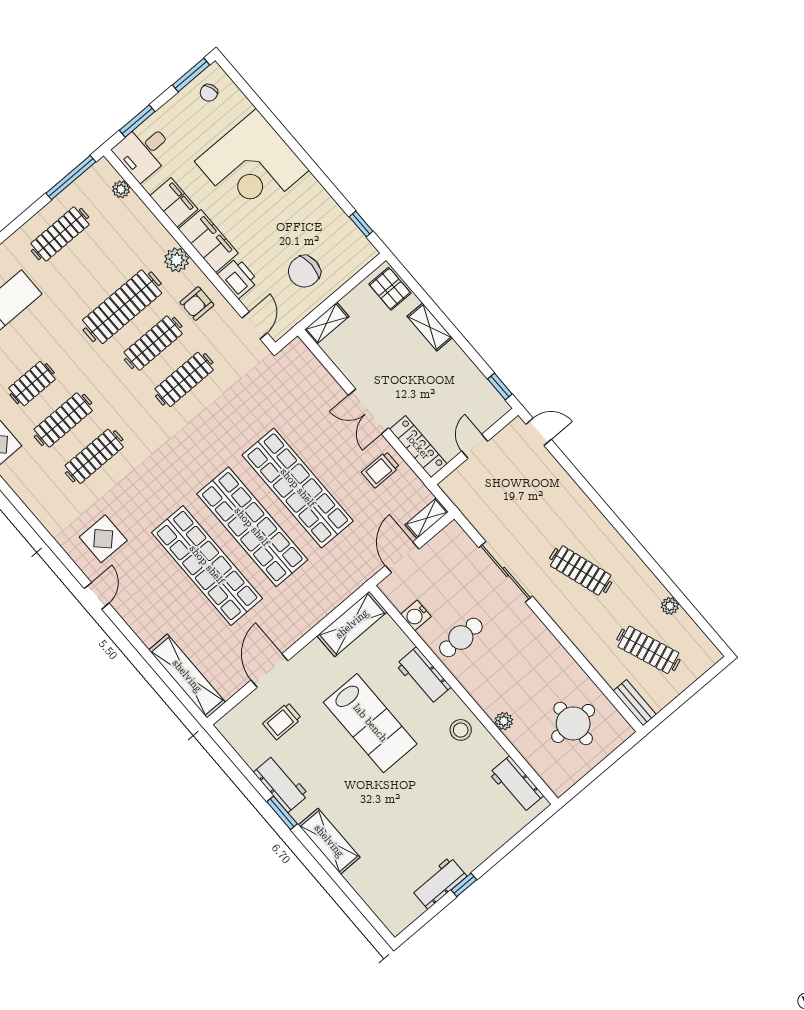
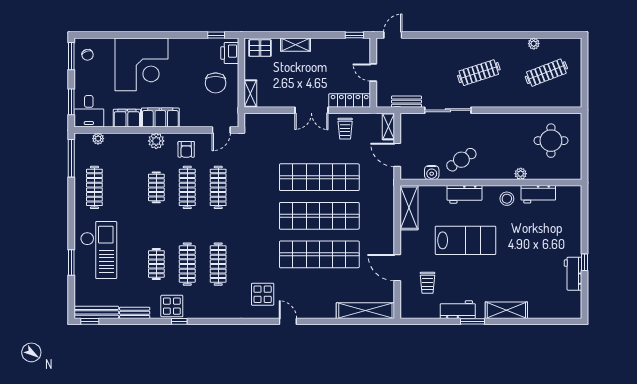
printer: (238, 278) -> (230, 53), moved, turned -90
clothes rail: (122, 307) -> (156, 187), width x0.54, depth x0.76
door: (255, 325) -> (221, 130), swing flipped
cafe table: (461, 637) -> (461, 160), turned 57
bench: (635, 703) -> (406, 102), moved
workbench: (516, 784) -> (538, 194), moved

